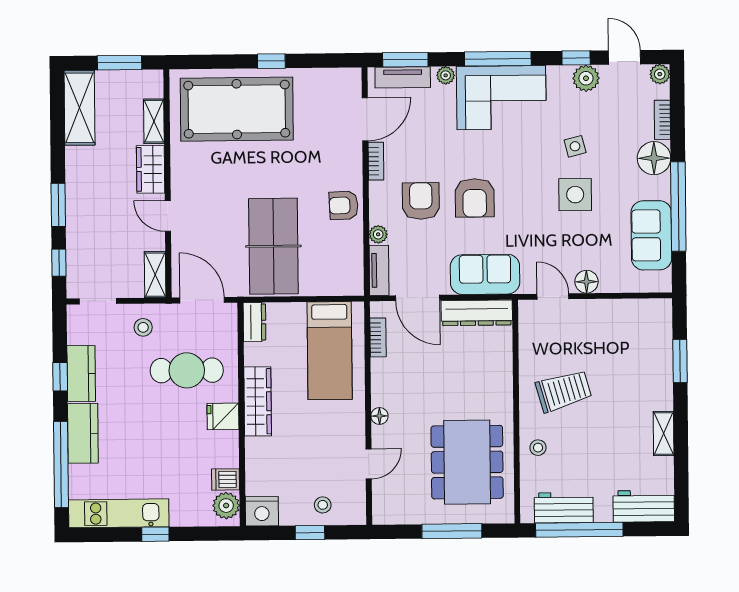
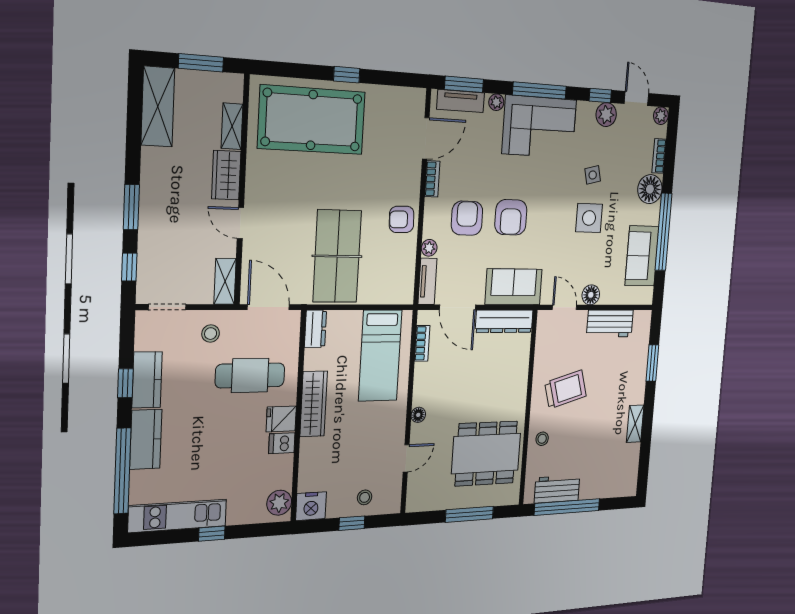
dining table: (467, 462) -> (486, 454), turned 90
dishwasher: (226, 479) -> (282, 443), moved
workbench: (644, 506) -> (610, 323), moved, turned 180

